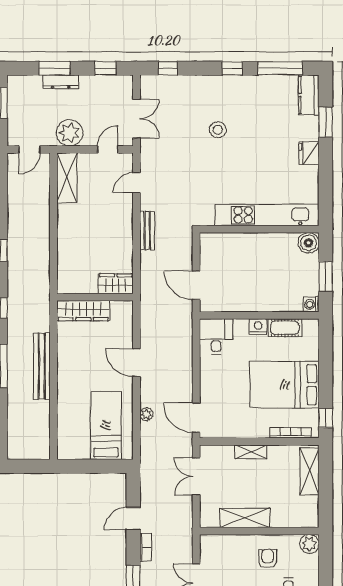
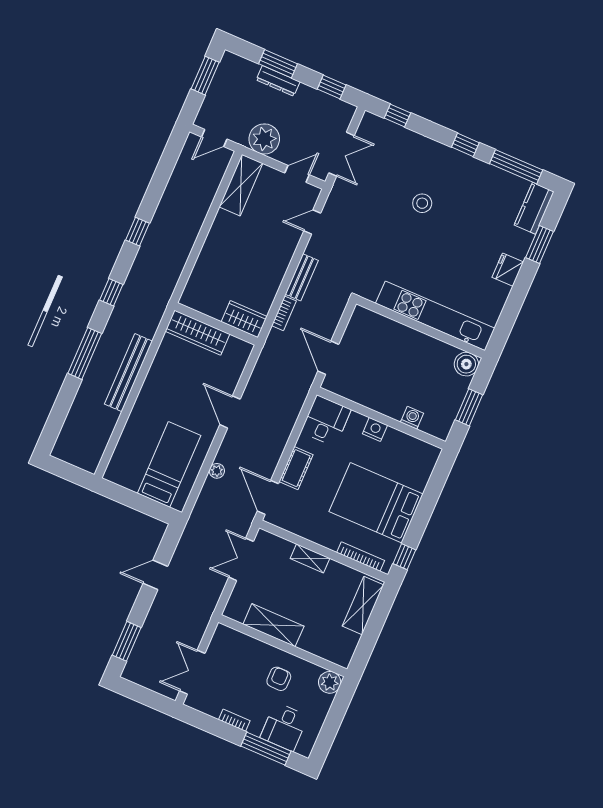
washing machine: (311, 304) -> (412, 418), moved, turned 90
cot: (285, 328) -> (296, 468), moved, turned 90
bookcase: (145, 547) -> (284, 313), moved

